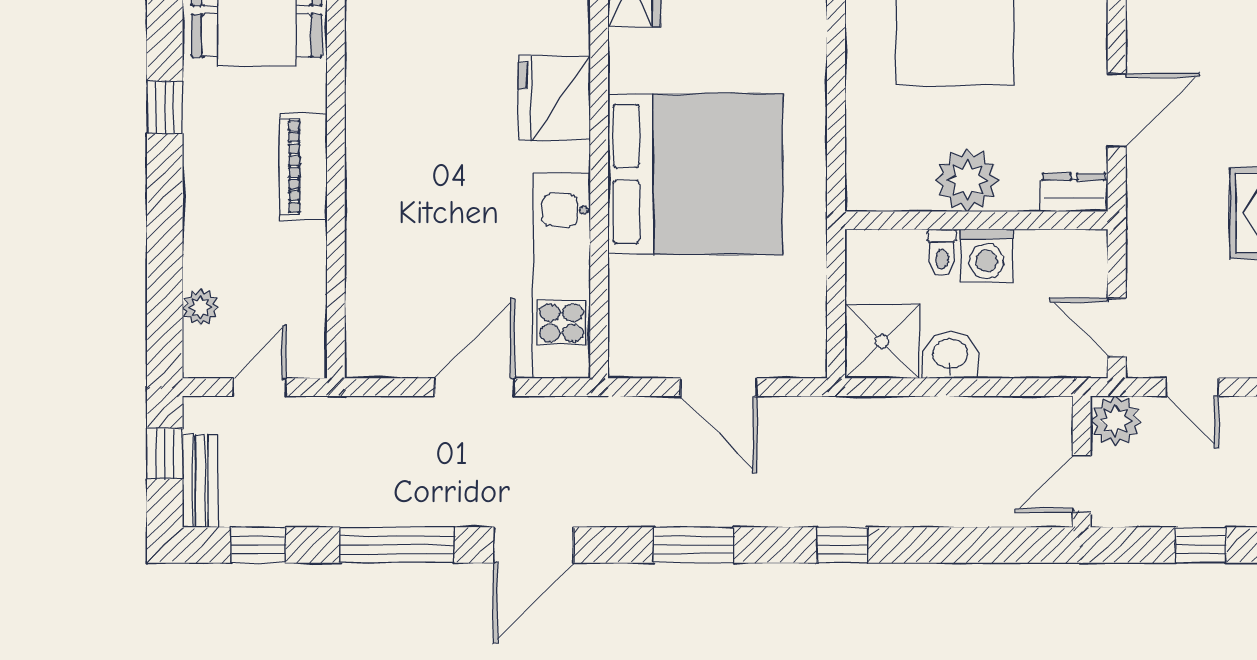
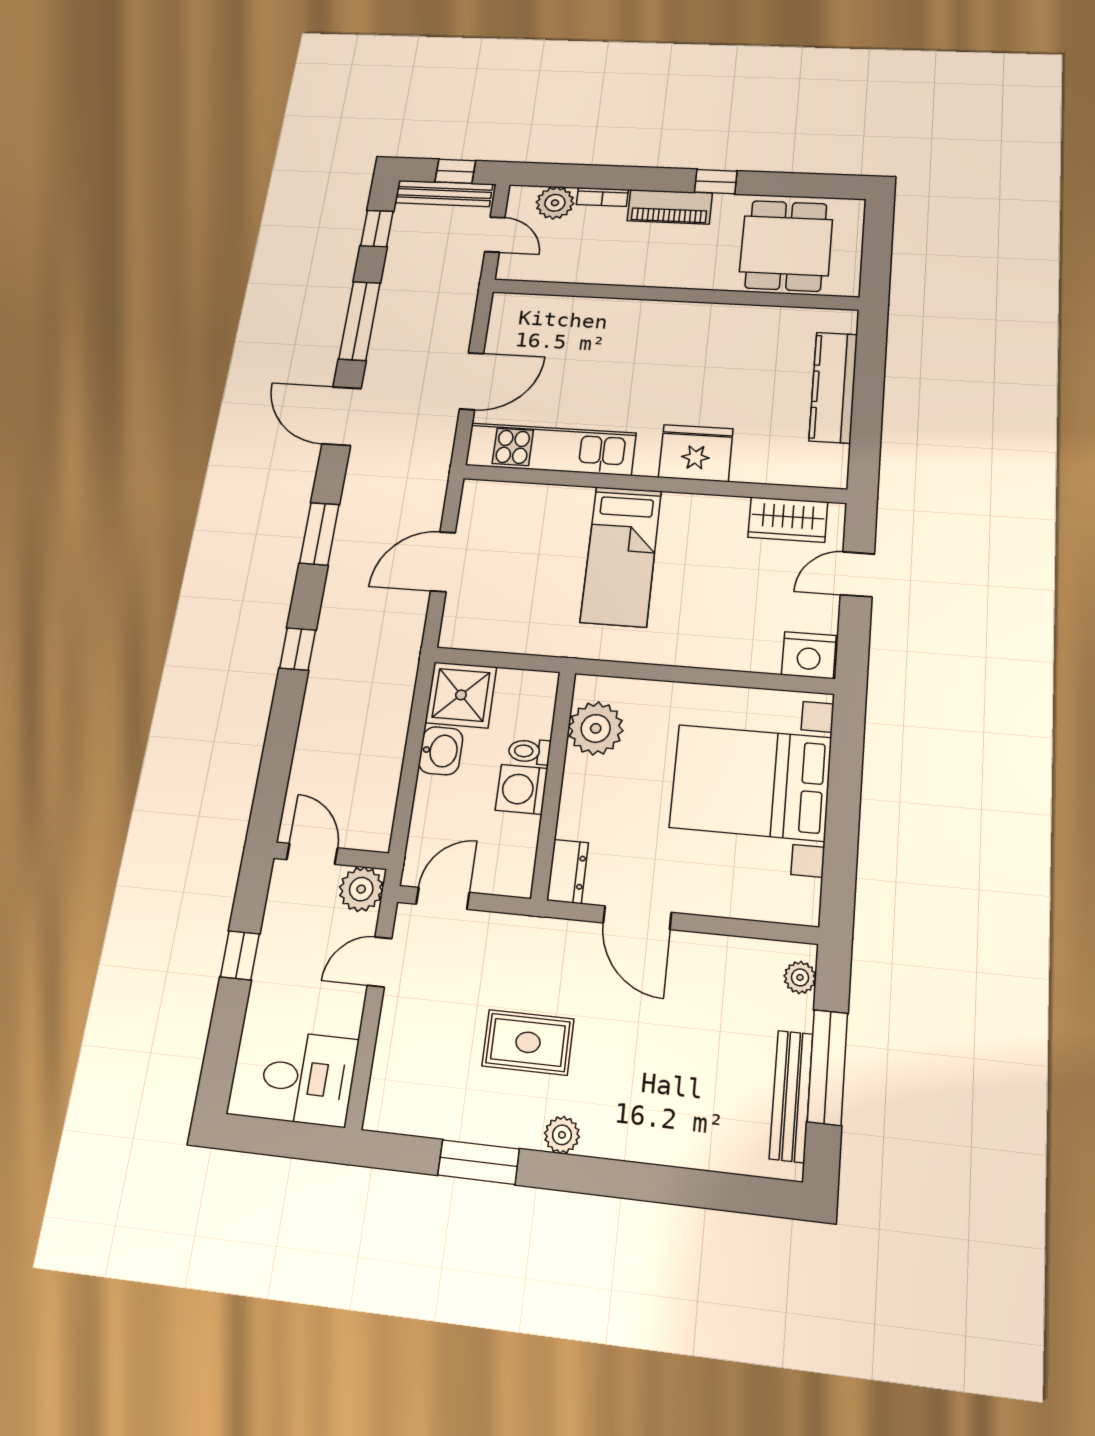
piano: (303, 167) -> (670, 207), moved, turned 180
bed: (695, 174) -> (621, 556), width x0.49
plant: (967, 180) -> (596, 728), moved
bookcase: (195, 253) -> (602, 197), added
plant: (200, 307) -> (555, 203), width x1.38, depth x1.38
door: (474, 387) -> (472, 381), hinge flipped
bench: (200, 481) -> (444, 194), width x1.36

